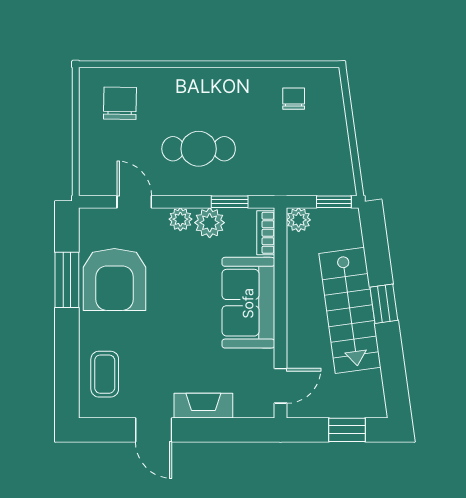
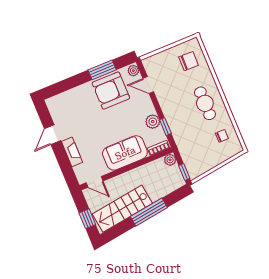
cafe table: (199, 149) -> (205, 103), moved
door: (134, 202) -> (148, 85), swing flipped
plant: (180, 219) -> (133, 71), moved
window: (384, 304) -> (149, 212), width x2.17
stairs: (350, 310) -> (122, 209), moved
coffee table: (105, 374) -> (68, 103), removed

